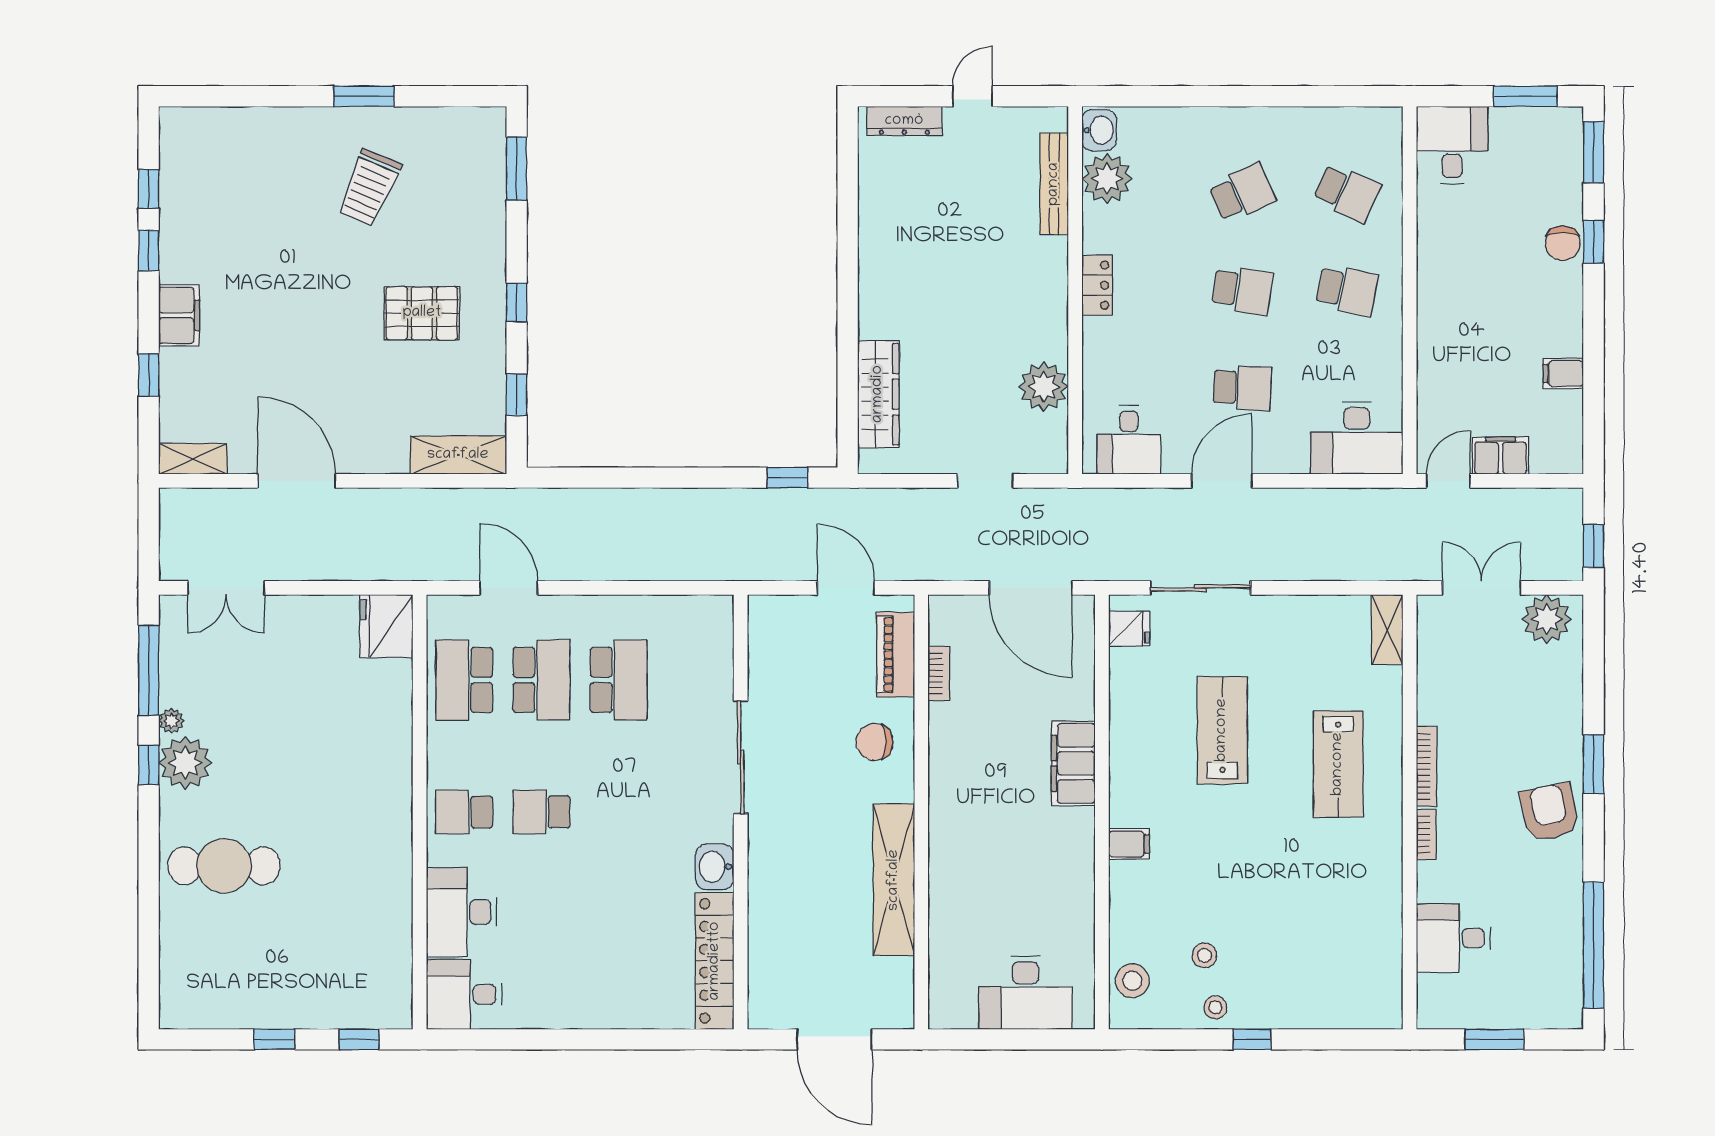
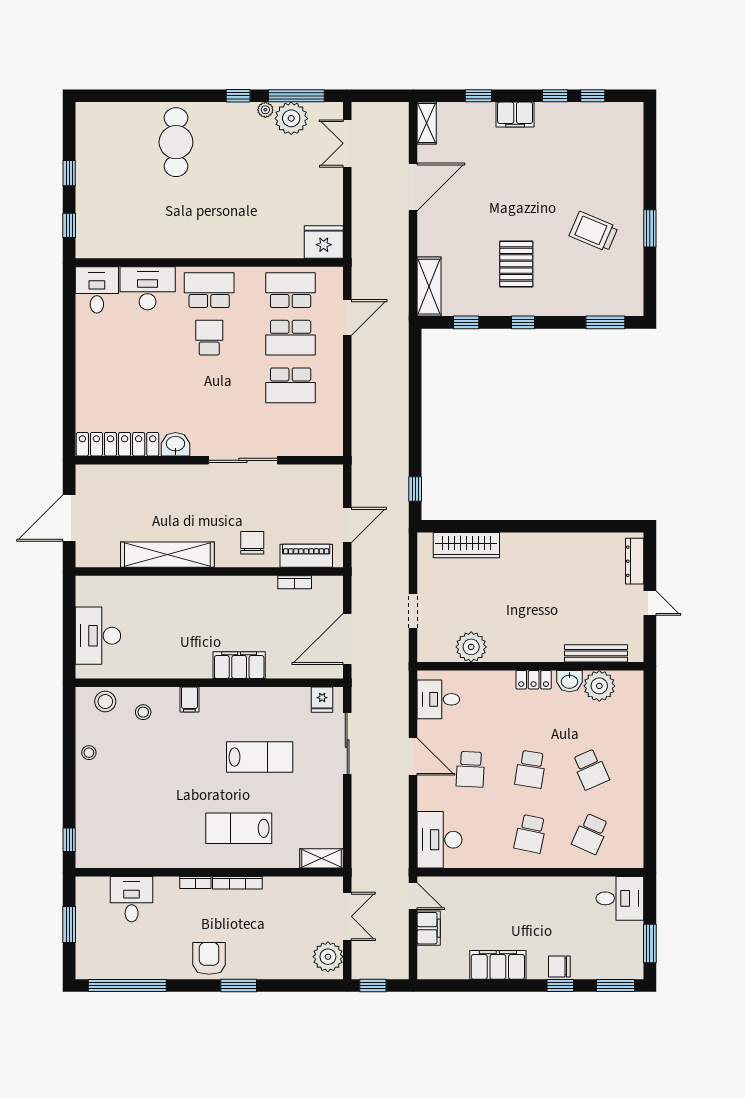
washbasin: (1099, 130) -> (569, 681), moved
filing cabinet: (1563, 374) -> (498, 965), width x3.00, depth x1.17
plant: (185, 763) -> (291, 118), moved
school desk: (464, 812) -> (209, 290), width x1.85
armchair: (1549, 812) -> (209, 958), turned -78
stool: (1204, 955) -> (143, 712), moved
window: (1252, 1039) -> (69, 840), moved

